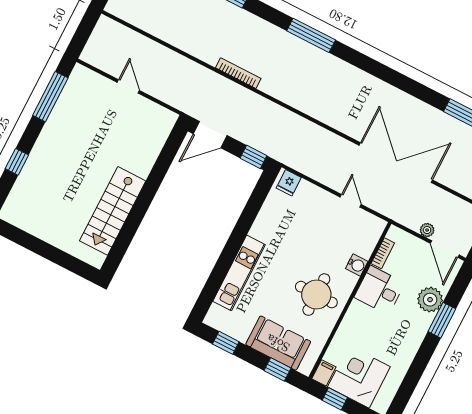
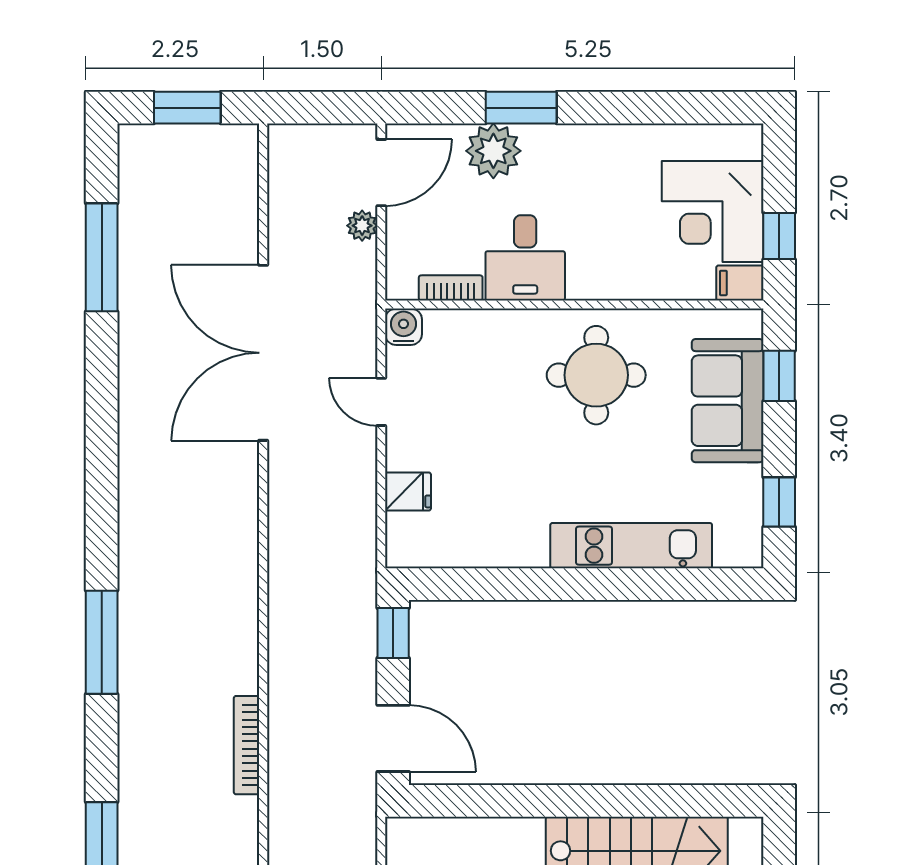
fridge: (289, 183) -> (408, 491), moved
door: (351, 201) -> (381, 402), hinge flipped
water cooler: (357, 265) -> (404, 327), moved

